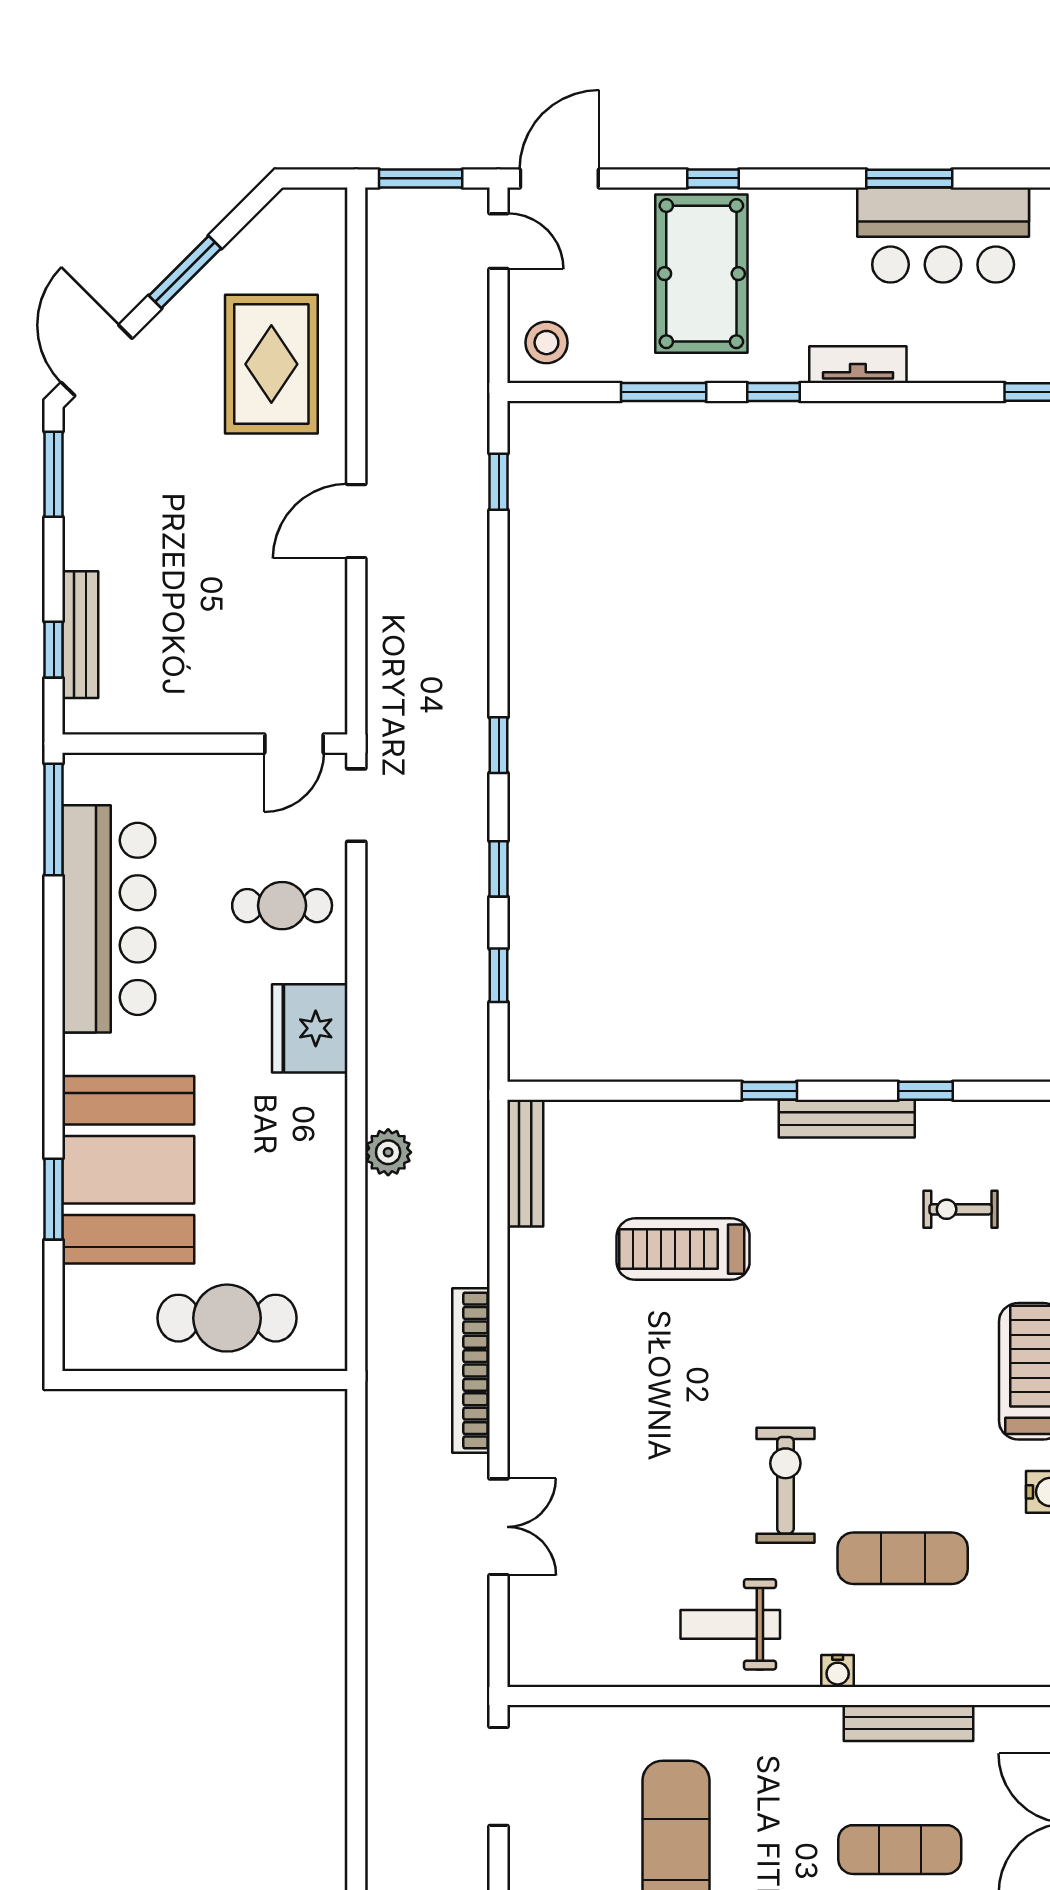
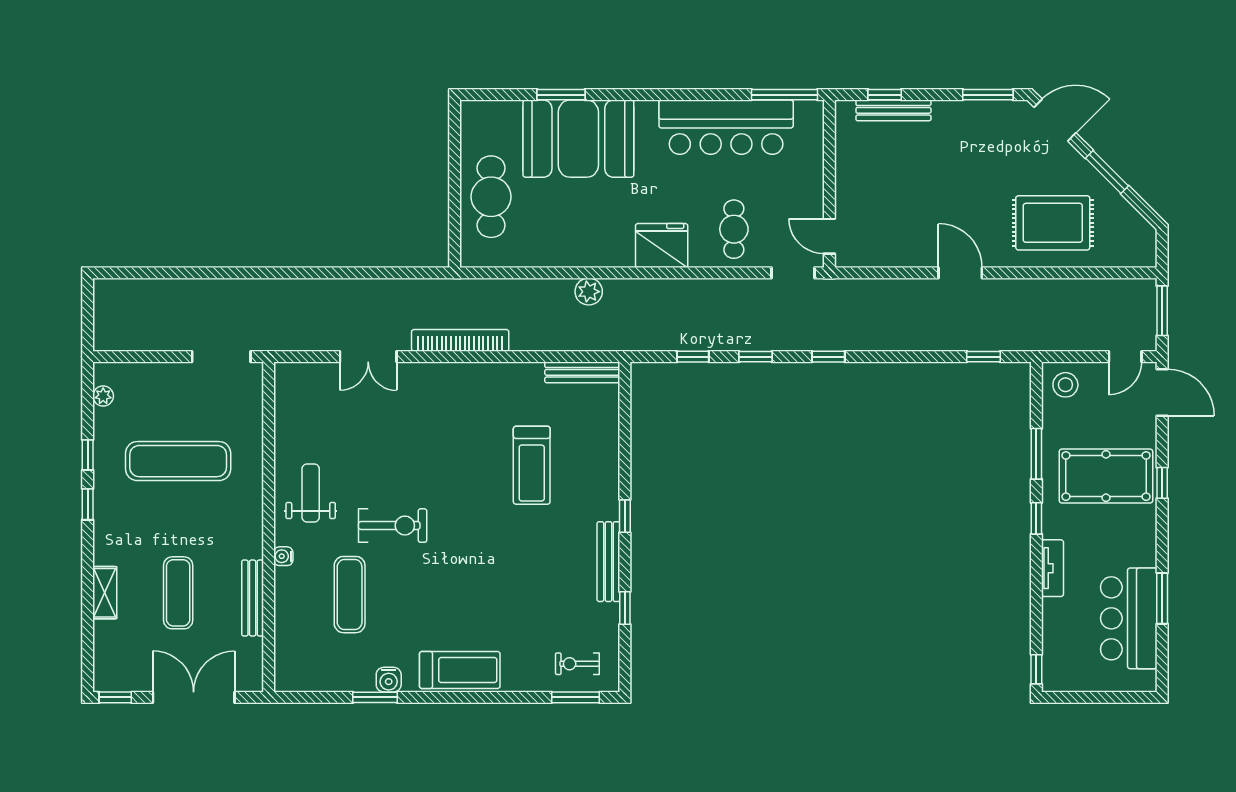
exercise bike: (961, 1209) -> (577, 664), moved, turned -90
treadmill: (683, 1249) -> (532, 465), turned 180

